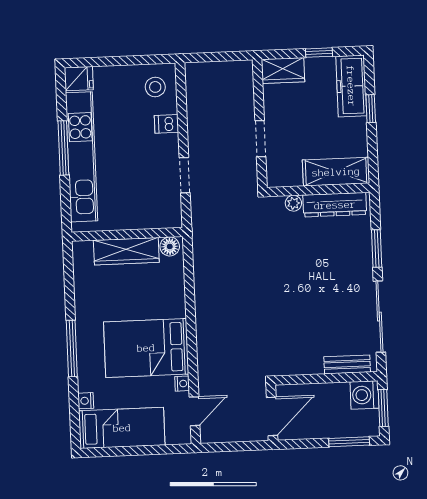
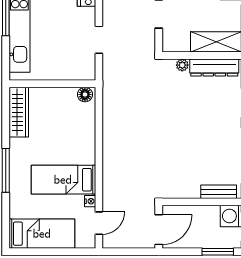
wardrobe: (126, 251) -> (19, 112), moved, turned -90
bed: (146, 348) -> (63, 180), width x0.67
nightstand: (86, 401) -> (15, 211), removed

